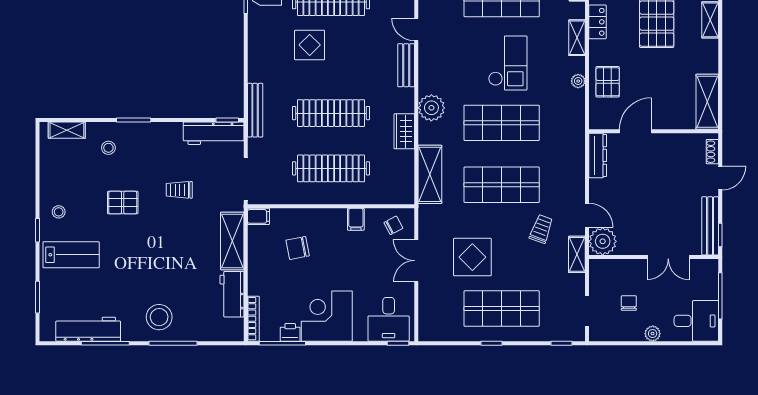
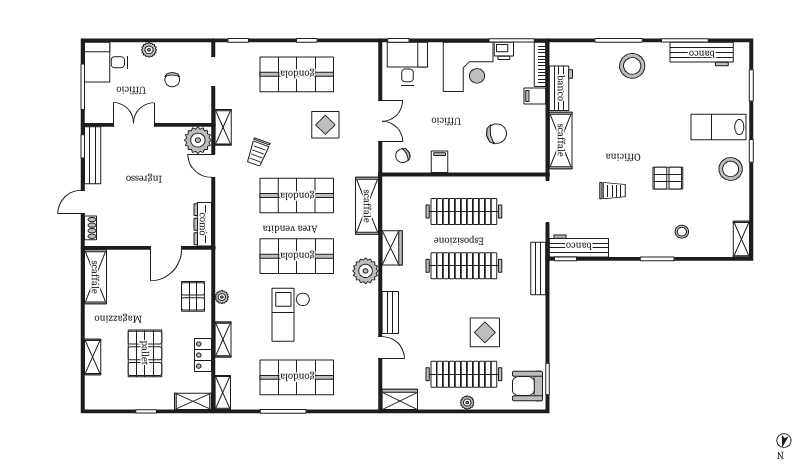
shelving: (67, 130) -> (741, 239), moved, turned 90
stool: (59, 212) -> (731, 169), width x1.89, depth x1.89
filing cabinet: (258, 216) -> (535, 96), moved
display table: (472, 257) -> (325, 125), width x0.73, depth x0.73

